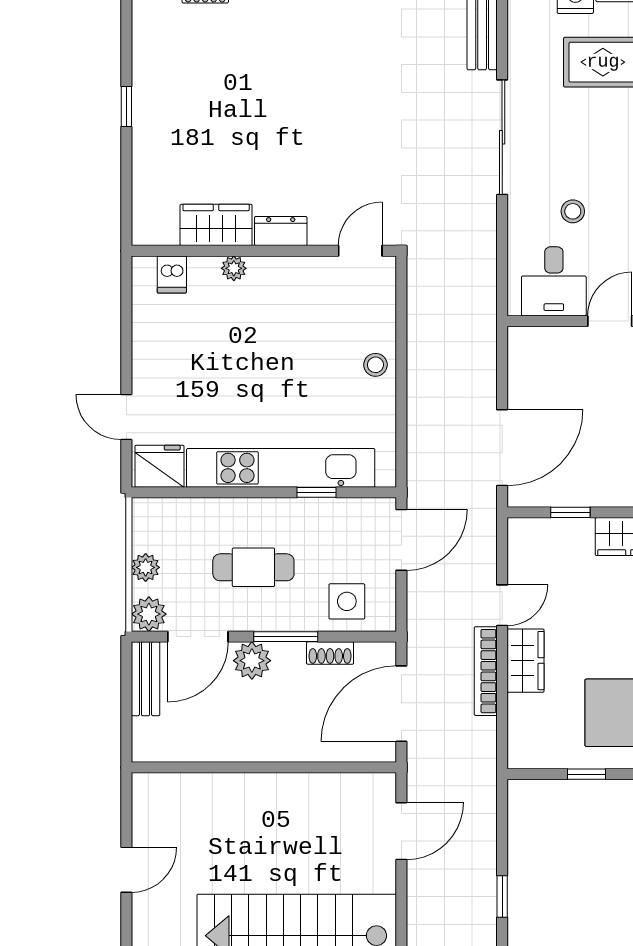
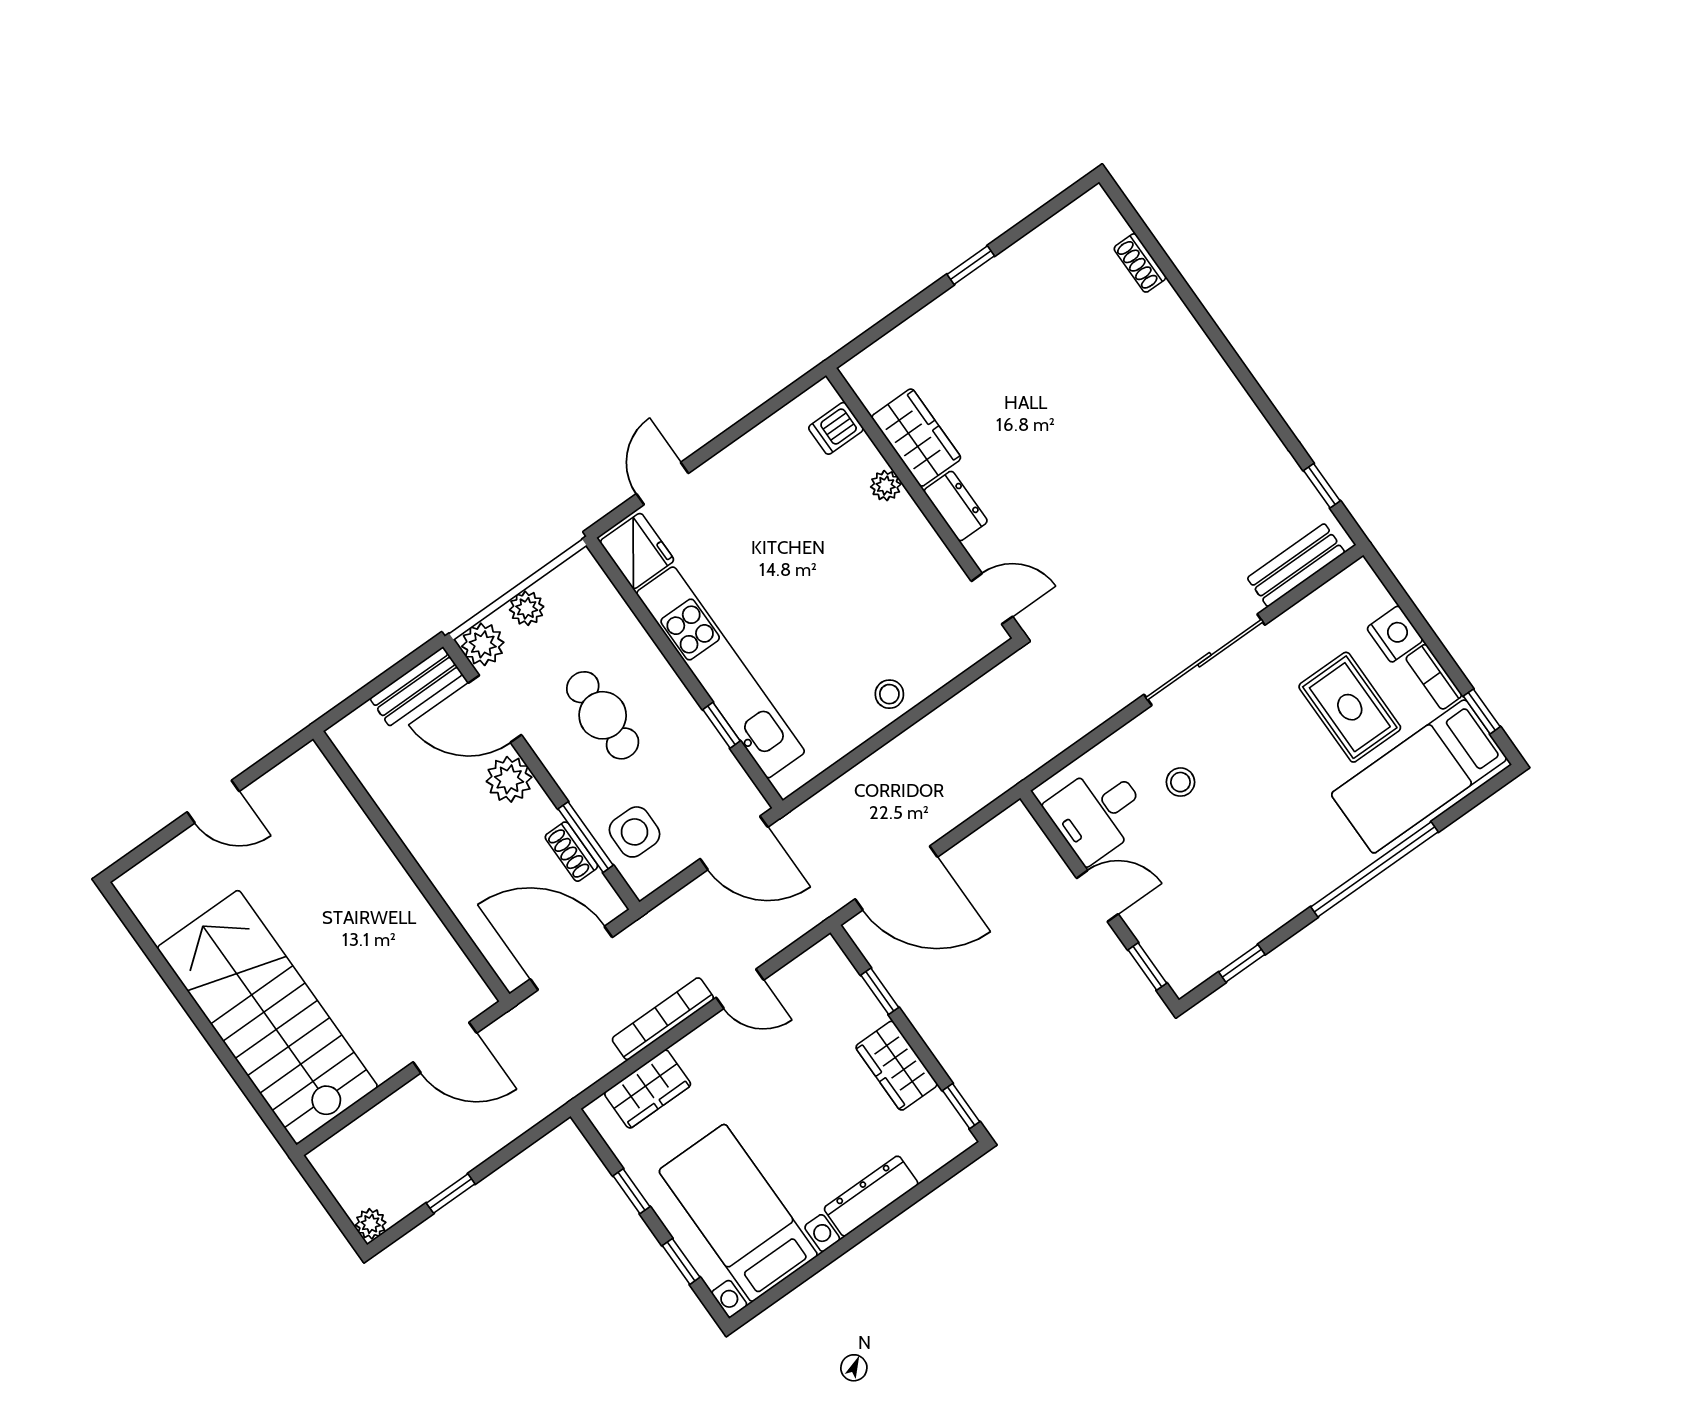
window: (286, 637) -> (586, 837), moved
wardrobe: (526, 661) -> (648, 1089), moved

